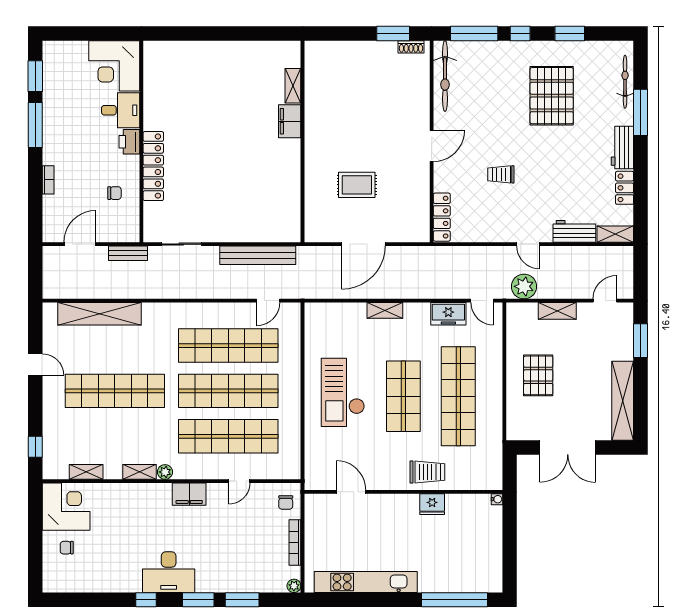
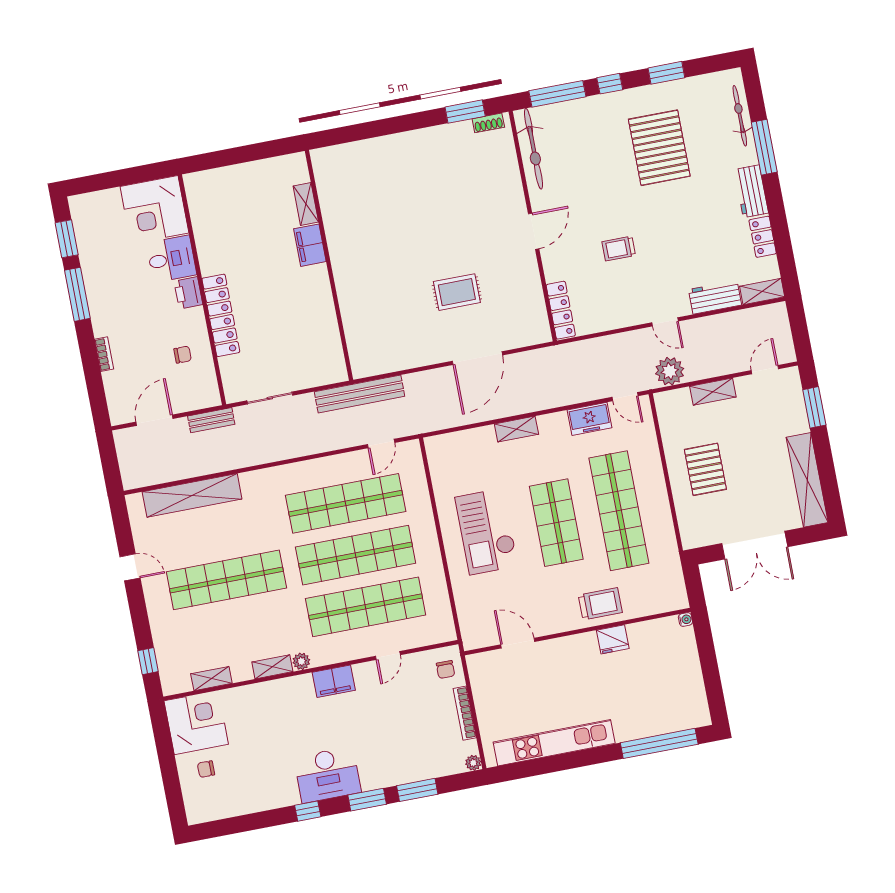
shelving: (293, 86) -> (306, 204), moved
filing cabinet: (290, 121) -> (310, 245), moved
wall: (303, 141) -> (329, 265), moved

